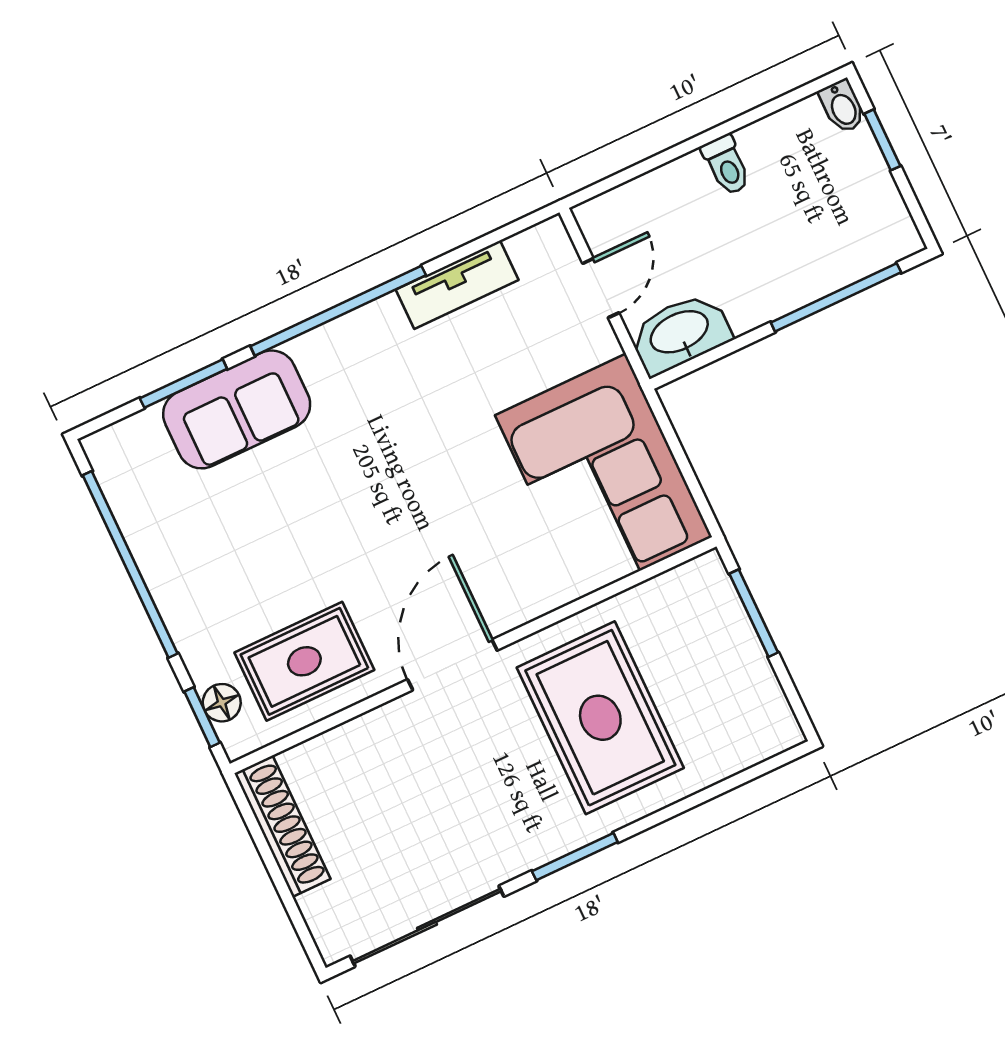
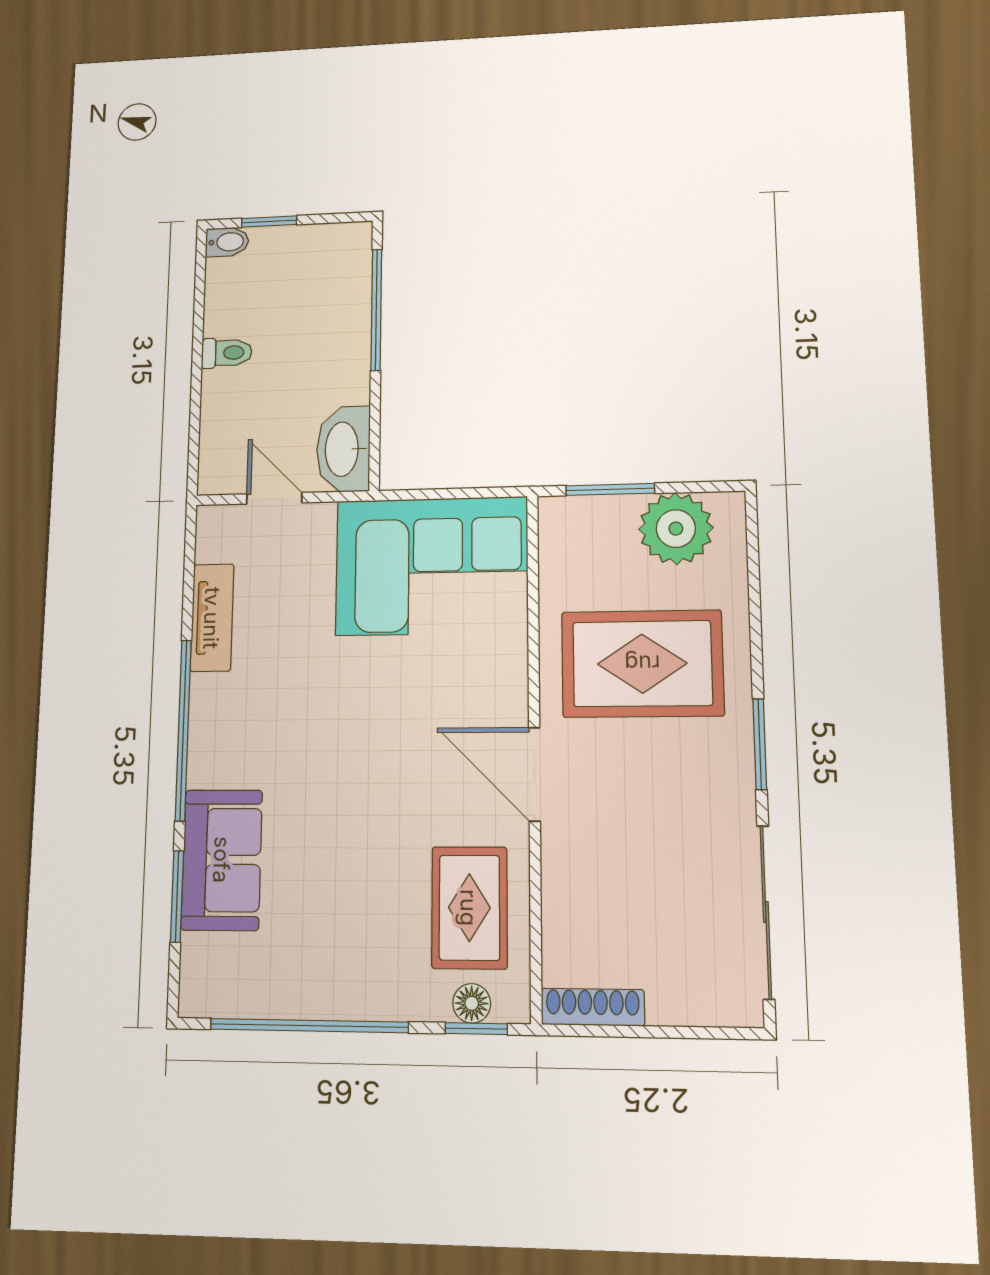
plant: (743, 692) -> (676, 529), added
shoe rack: (282, 826) -> (593, 1007), width x0.74, depth x0.81

